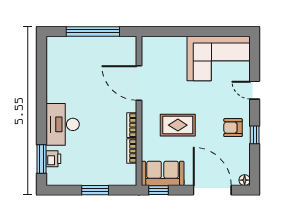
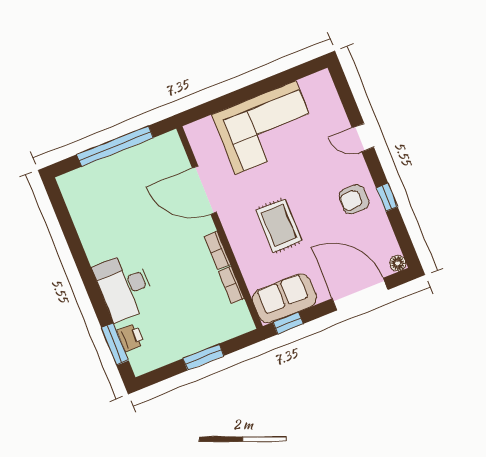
corner sofa: (219, 59) -> (266, 128), moved
rug: (178, 125) -> (279, 226), turned 90

